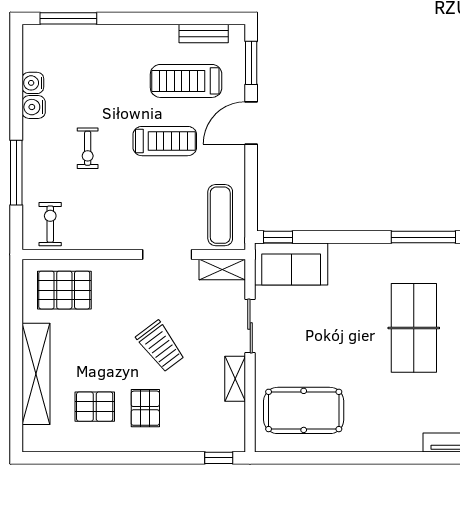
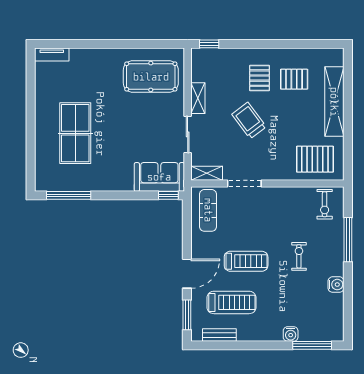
water cooler: (33, 83) -> (291, 334), moved, turned 90
treadmill: (165, 141) -> (246, 261), turned 180

